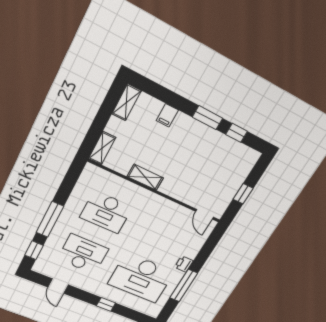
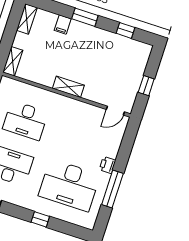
window: (208, 118) -> (85, 17), moved
shelving: (145, 177) -> (68, 87), moved
door: (205, 214) -> (115, 111), hinge flipped

